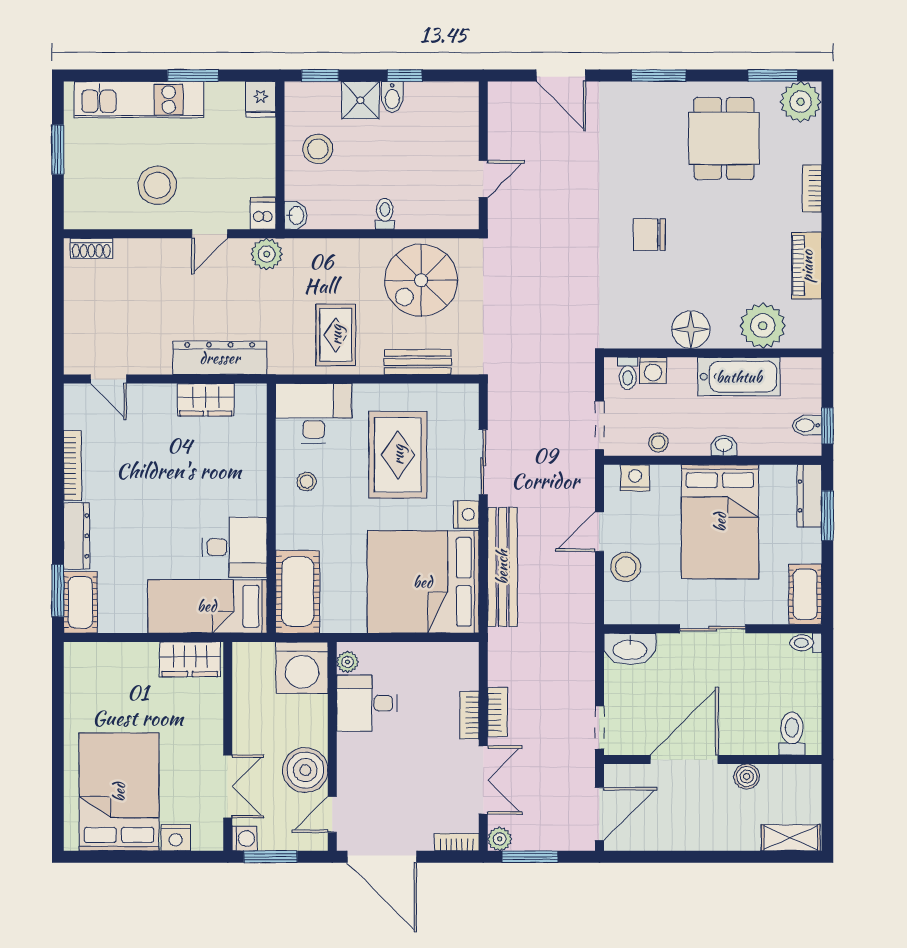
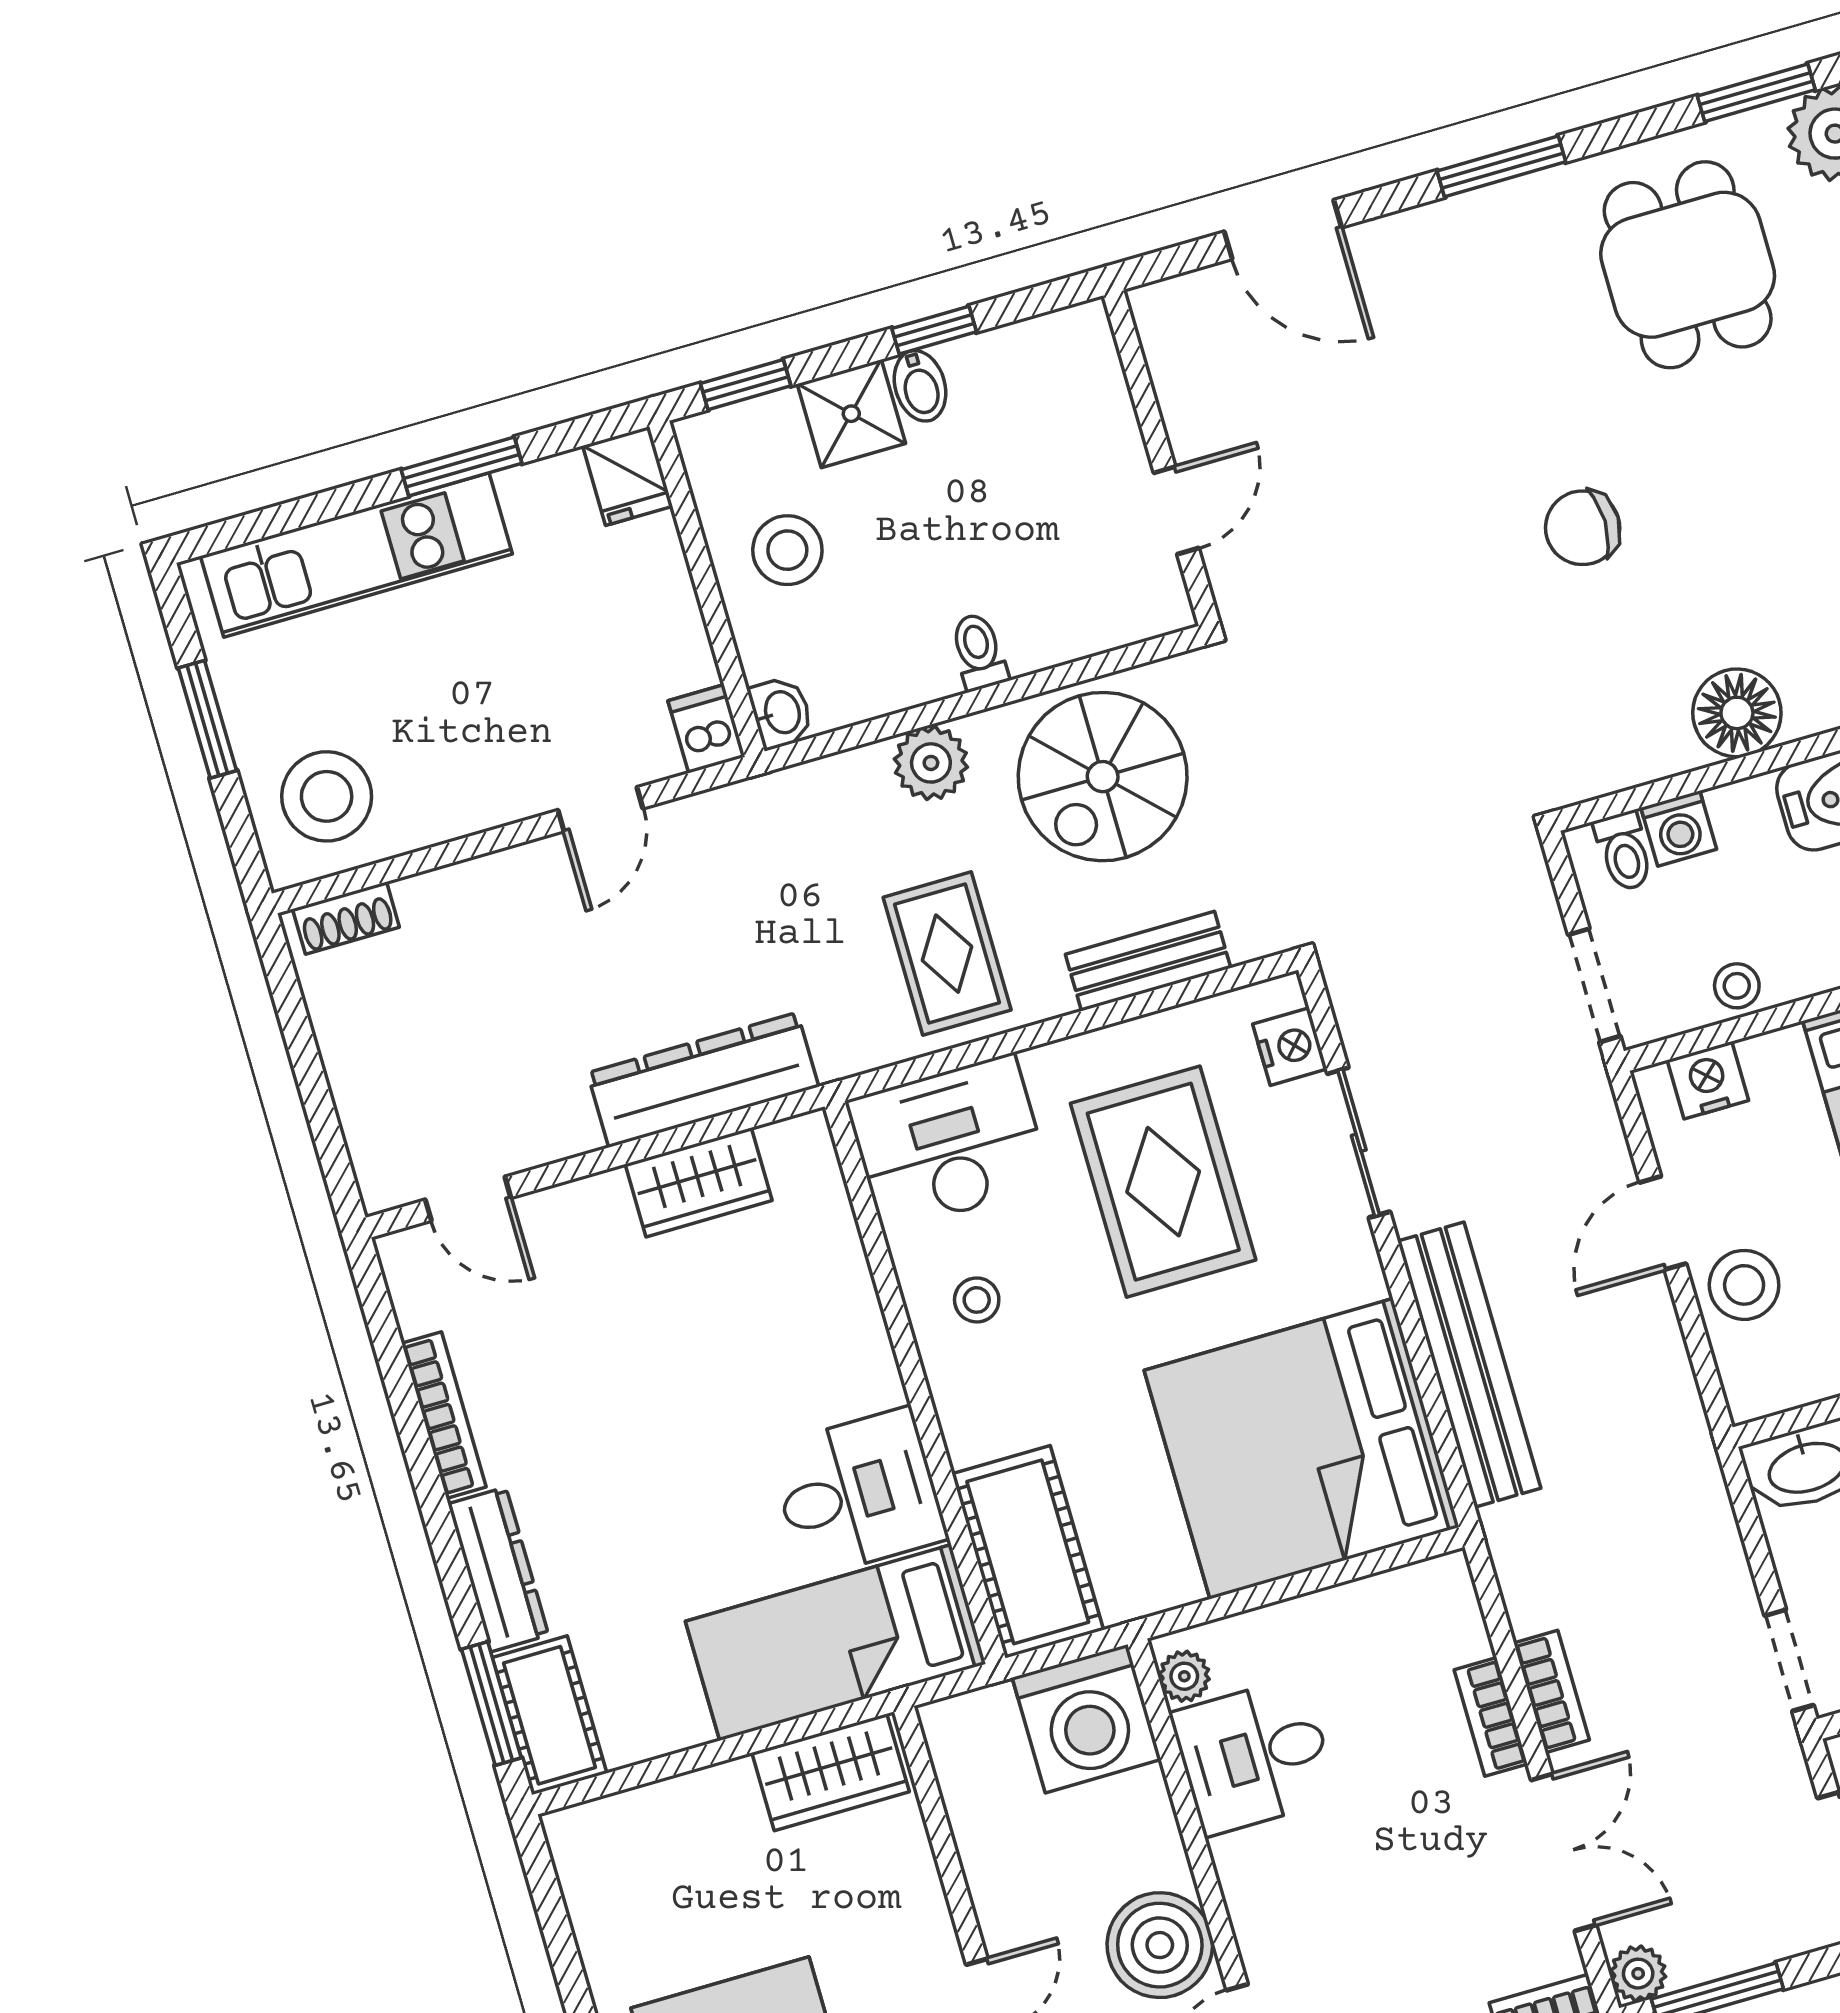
stool: (157, 185) -> (327, 796), moved
plant: (267, 254) -> (931, 763), moved
nightstand: (466, 514) -> (1290, 1047), moved

